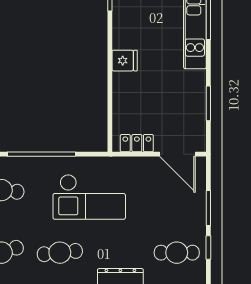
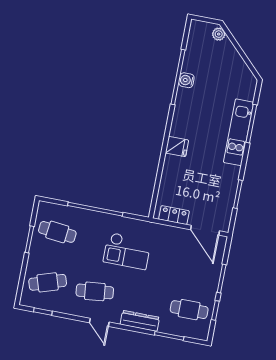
checkout: (89, 197) -> (127, 251), width x0.73, depth x0.83

